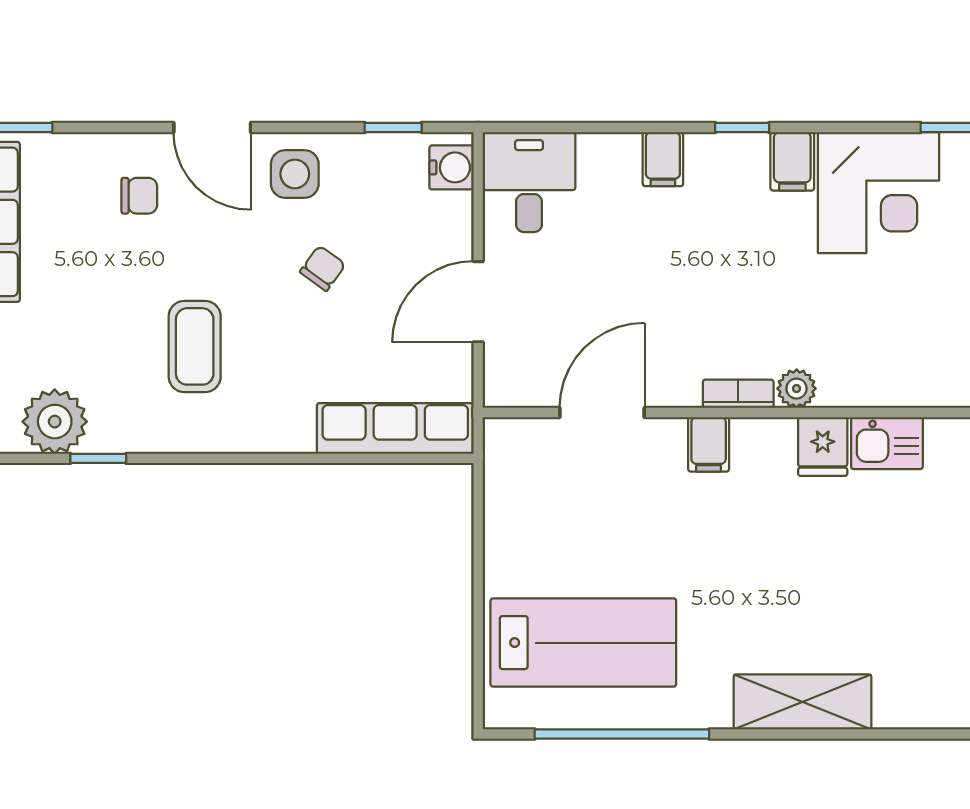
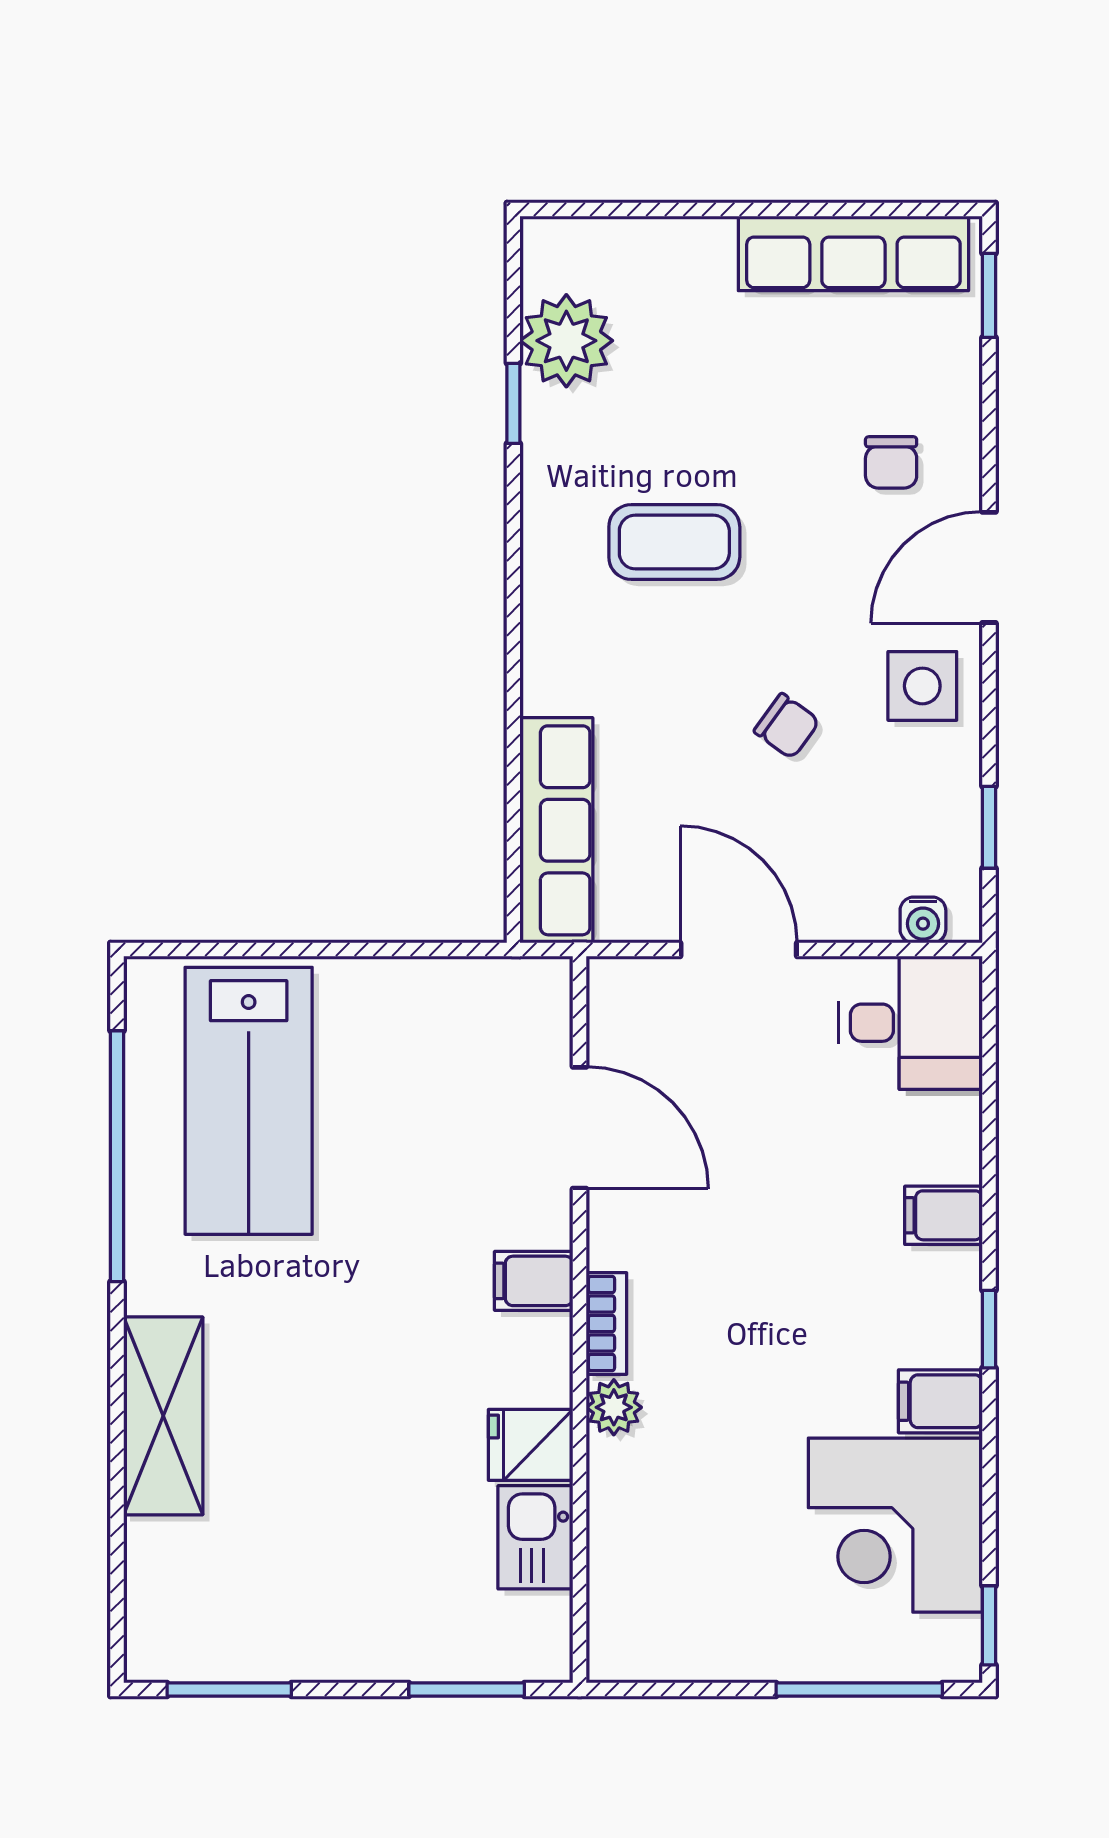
water cooler: (451, 167) -> (923, 920), width x0.72, depth x0.72

